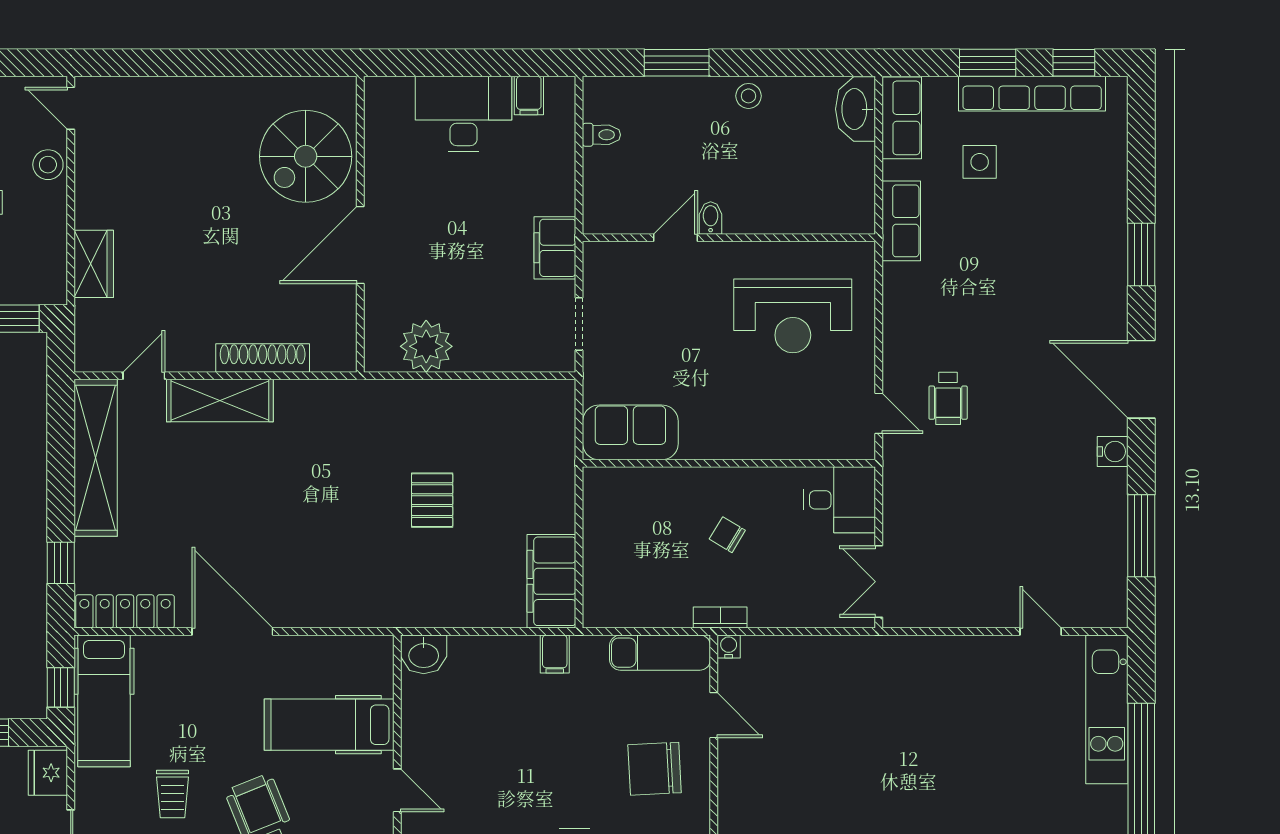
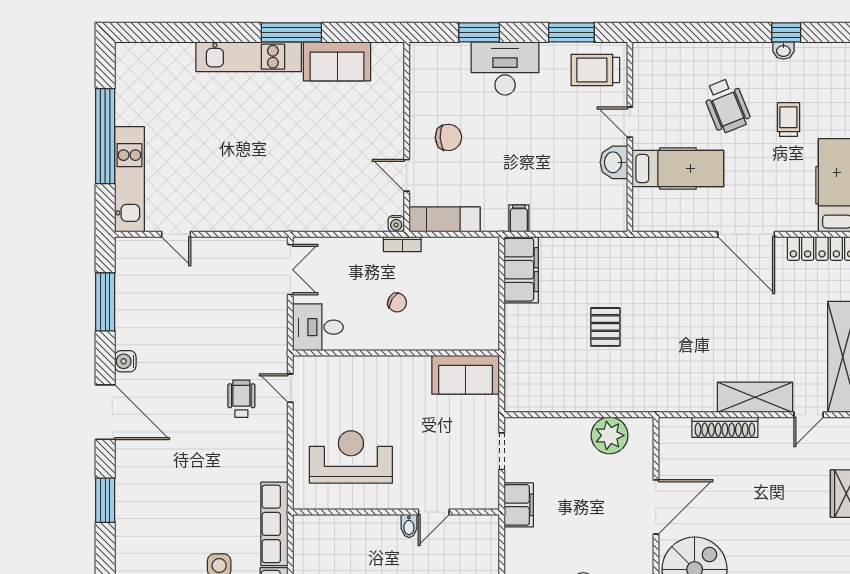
row of seats: (901, 221) -> (274, 524), width x1.48
washbasin: (424, 654) -> (614, 162), moved, turned -90
chair: (655, 769) -> (448, 137), width x0.73, depth x0.73

